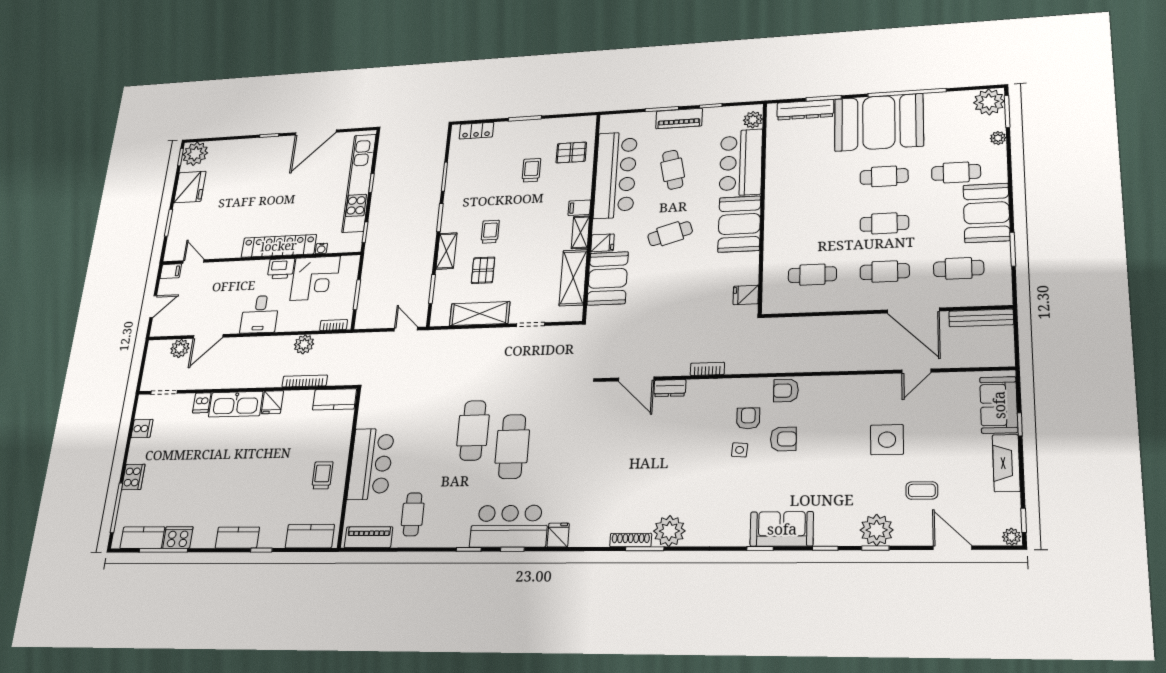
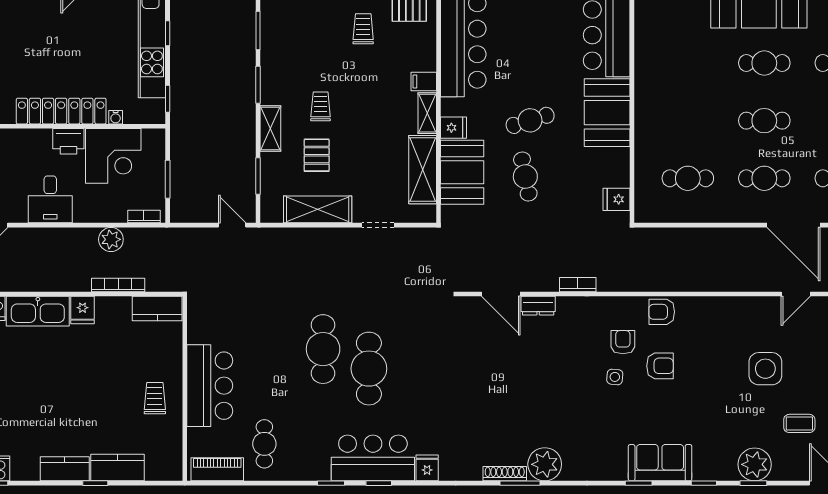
cafe table: (673, 170) -> (525, 177), moved
kitchen counter: (310, 536) -> (117, 468), moved

